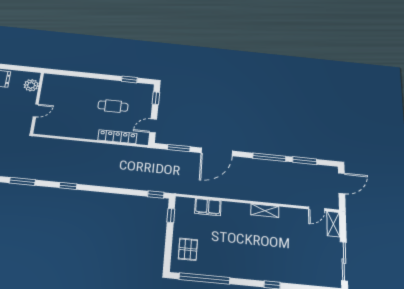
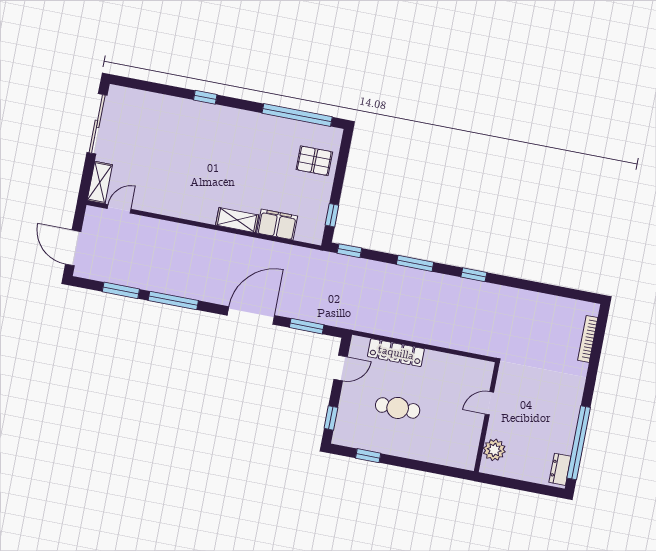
plant: (31, 85) -> (494, 450), moved
wall: (37, 103) -> (487, 417), moved
door: (36, 110) -> (489, 403), moved
window: (22, 181) -> (415, 263), moved
door: (342, 183) -> (73, 248), hinge flipped
shelving: (265, 211) -> (237, 220), moved
pallet: (188, 249) -> (314, 161), turned 90

